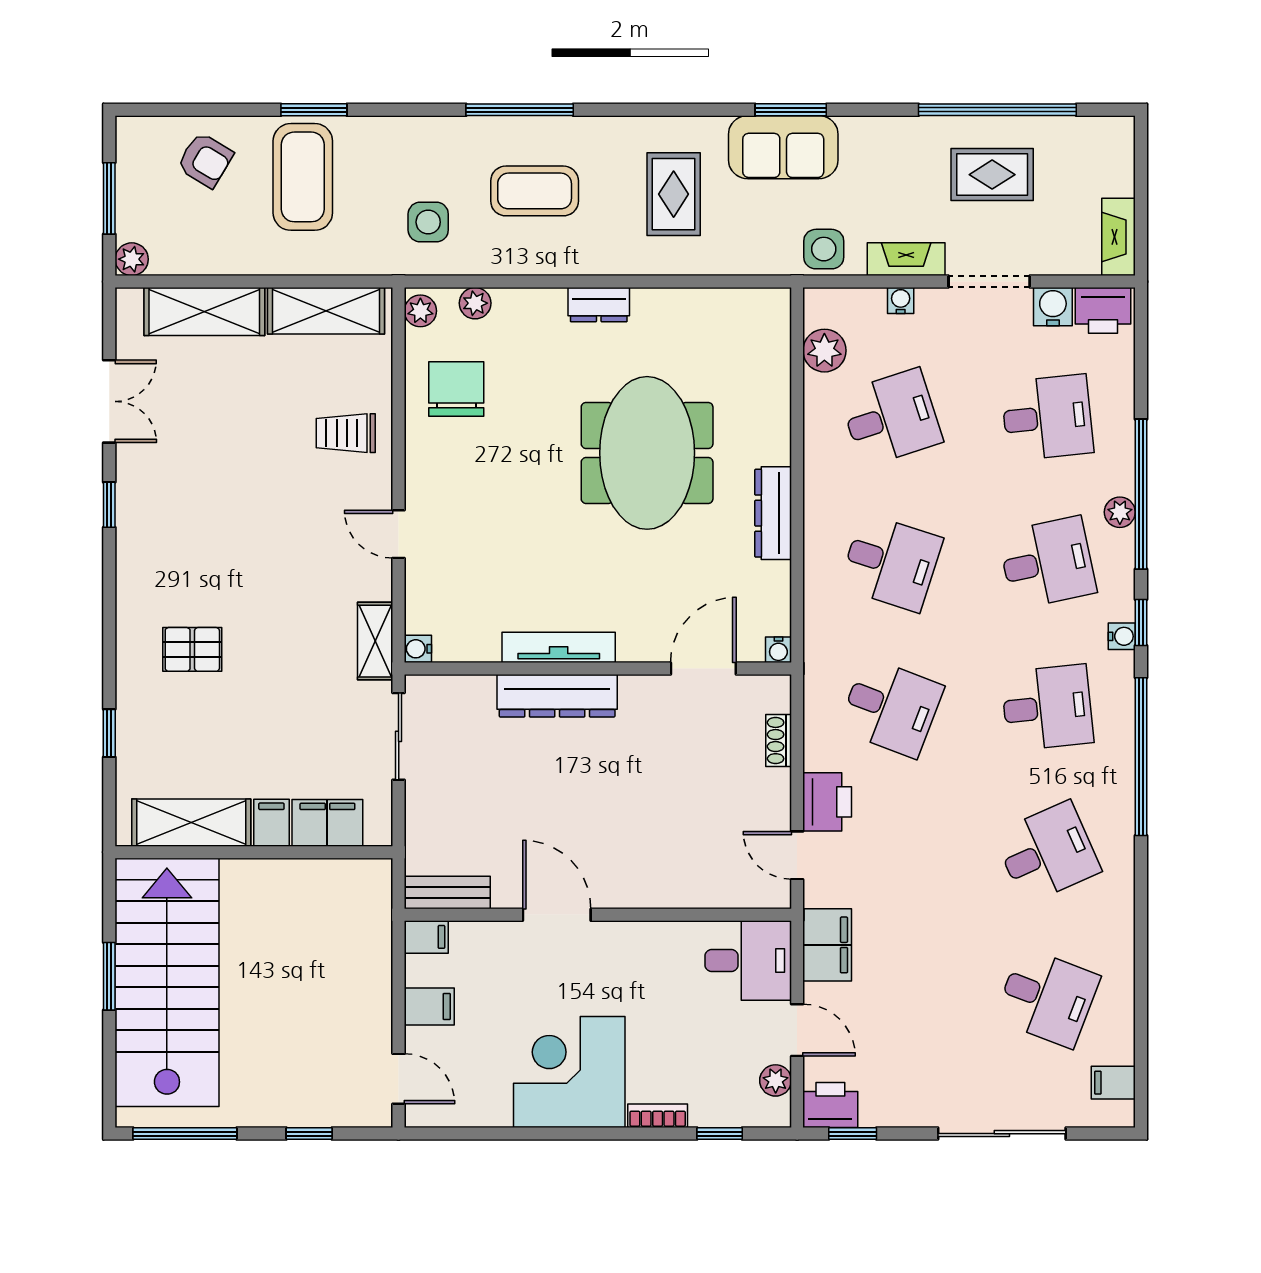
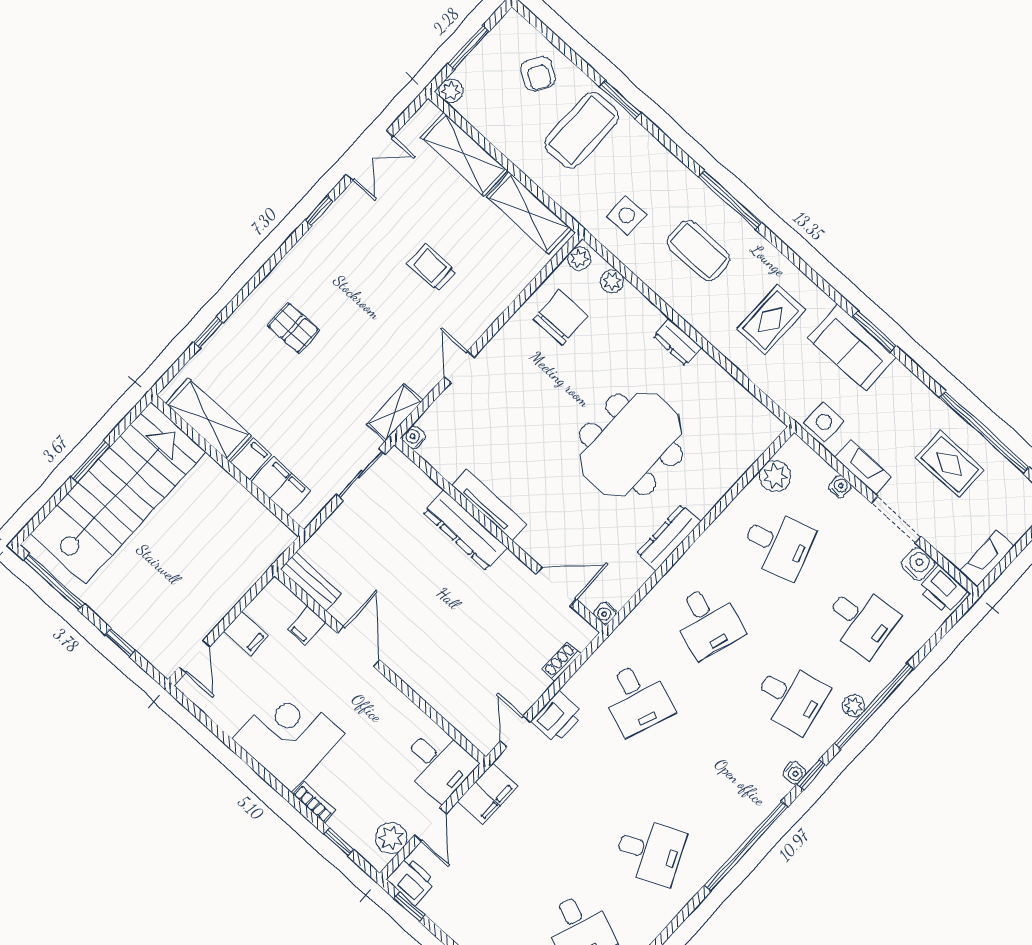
trolley: (346, 433) -> (432, 268), moved
desk: (1047, 708) -> (720, 774), removed
filing cabinet: (426, 937) -> (306, 626), moved, turned 90
plant: (776, 1080) -> (391, 838), width x1.38, depth x1.38

